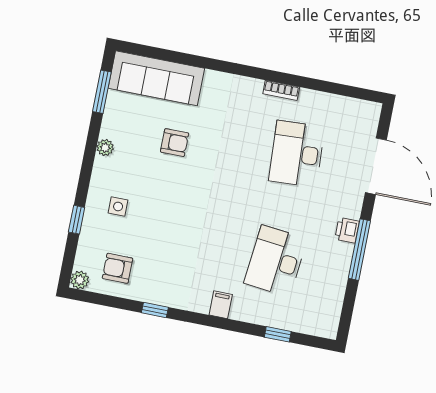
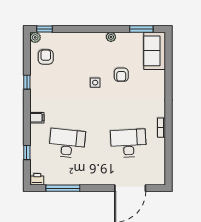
sofa: (156, 78) -> (155, 51), width x0.73
side table: (118, 206) -> (95, 83), moved
window: (77, 220) -> (44, 29), moved
printer: (347, 230) -> (37, 179), moved
window: (359, 250) -> (63, 188), moved

